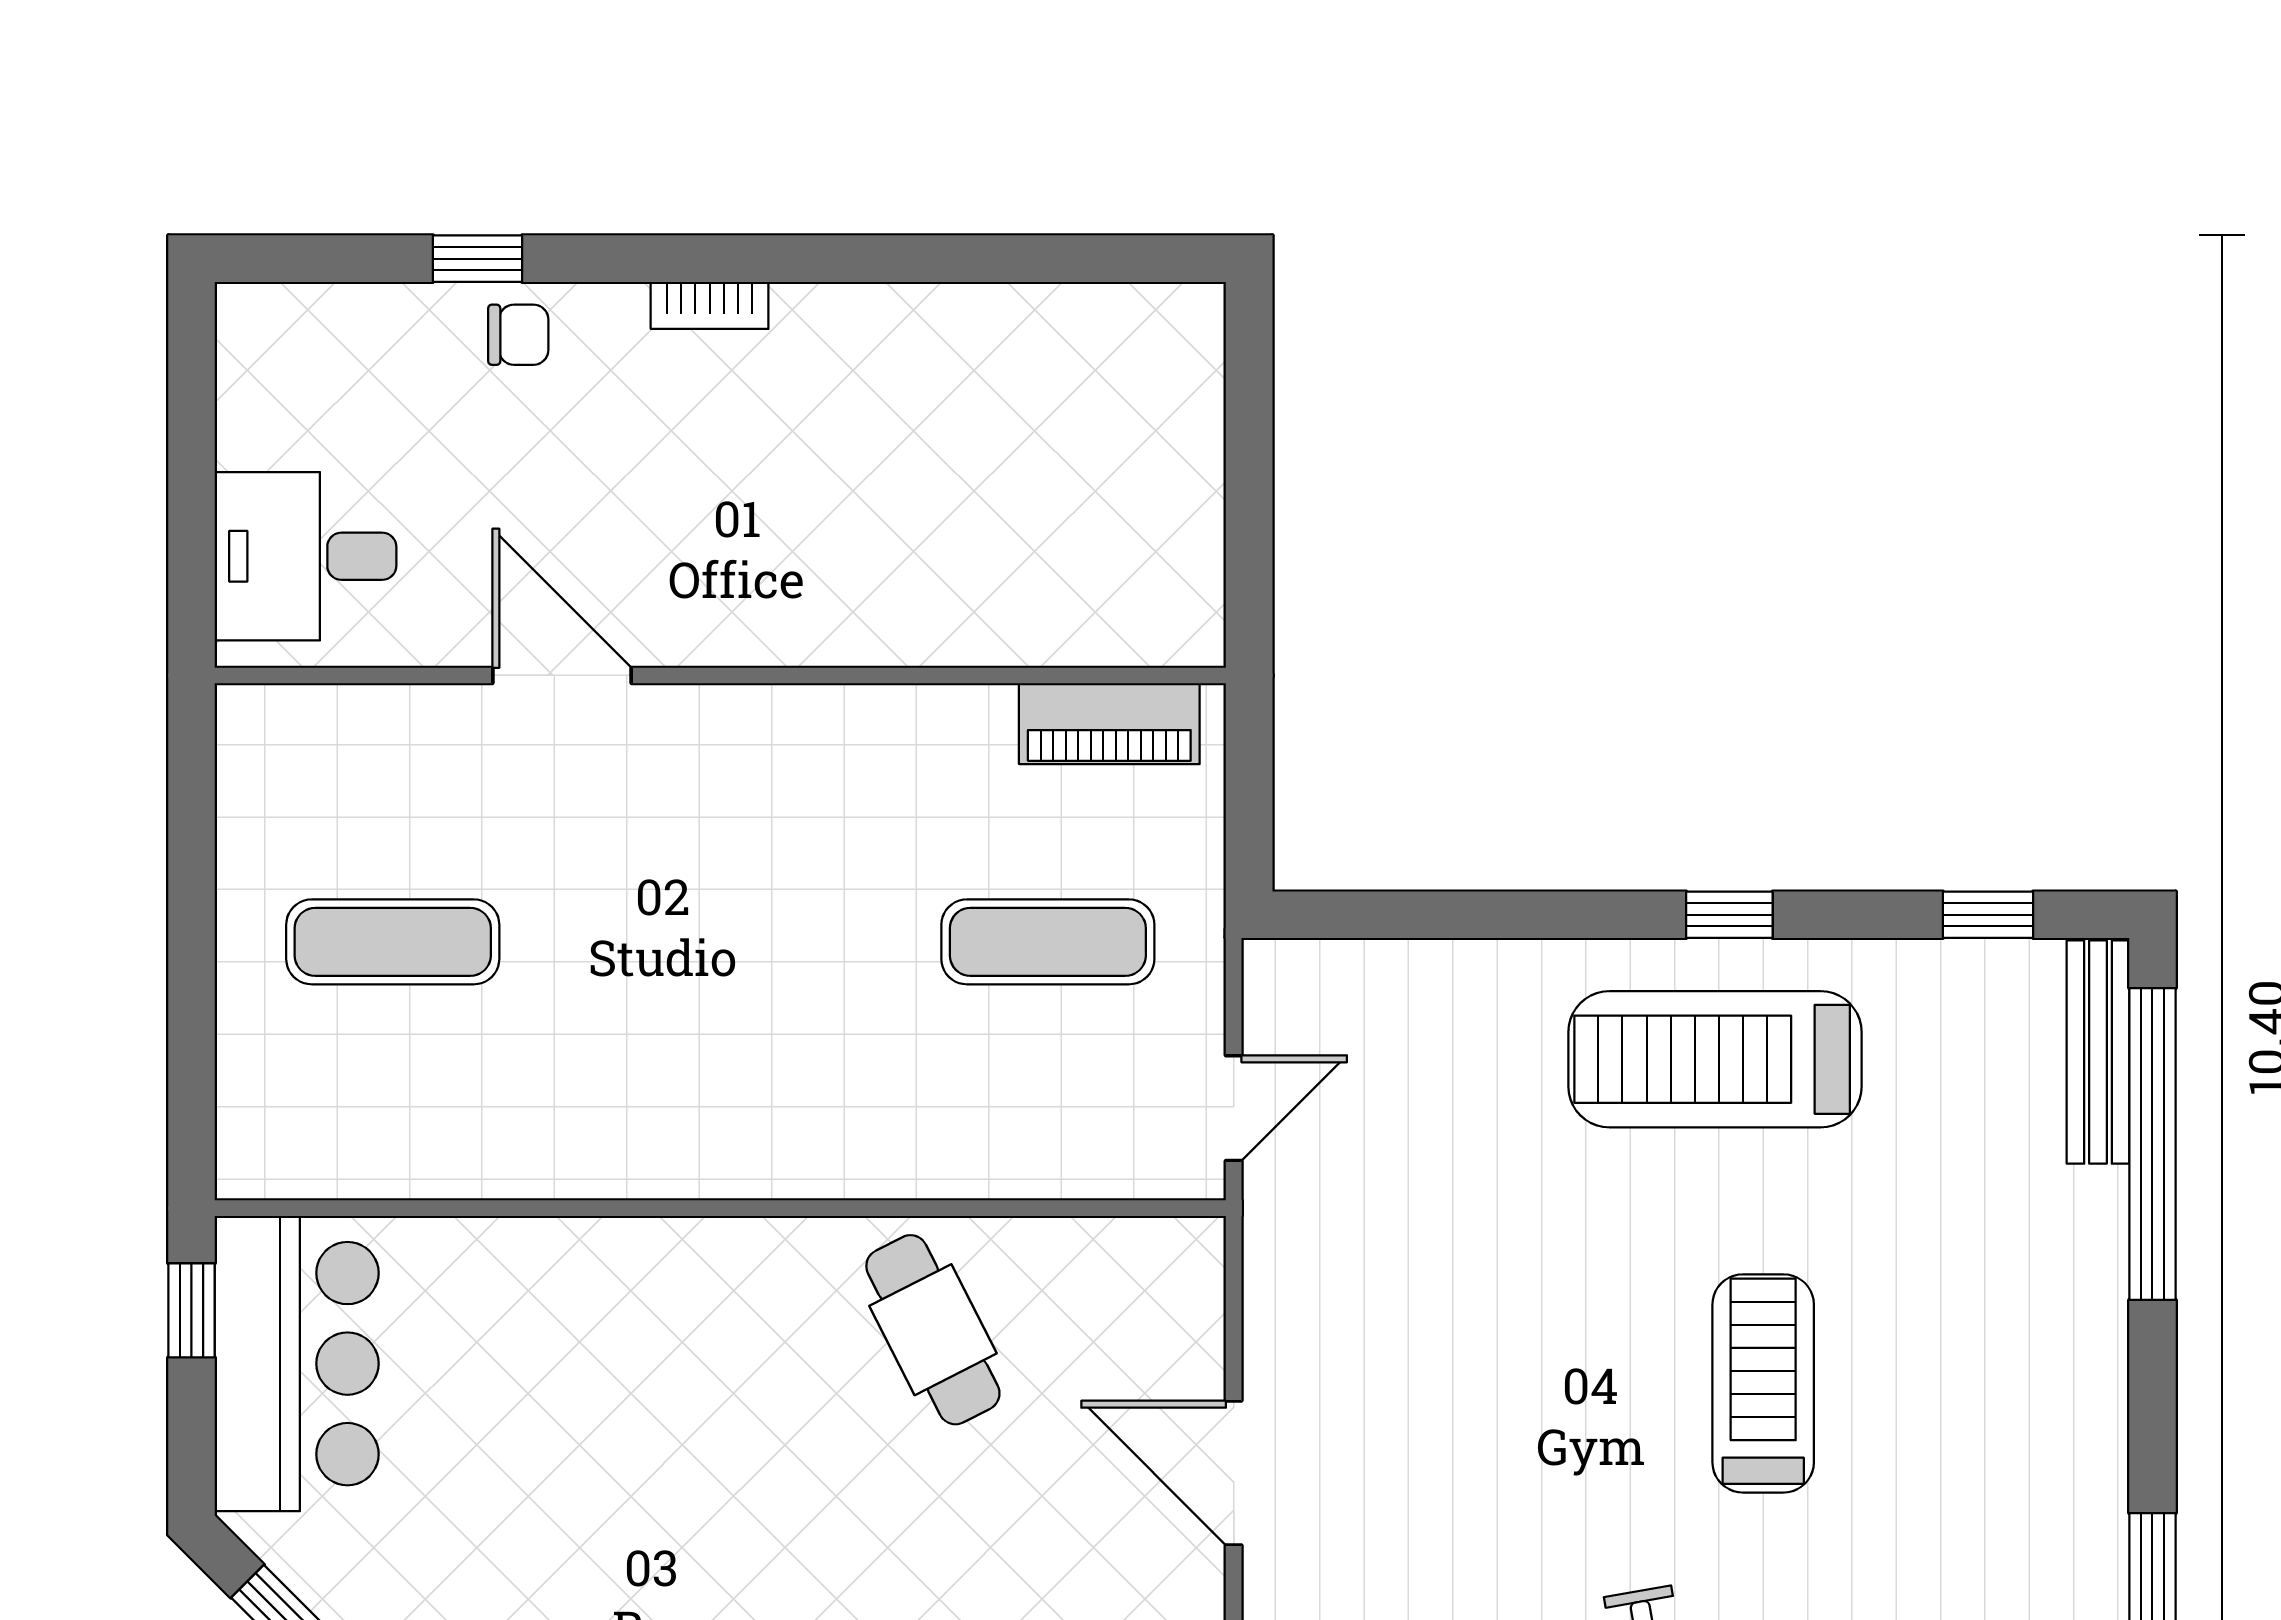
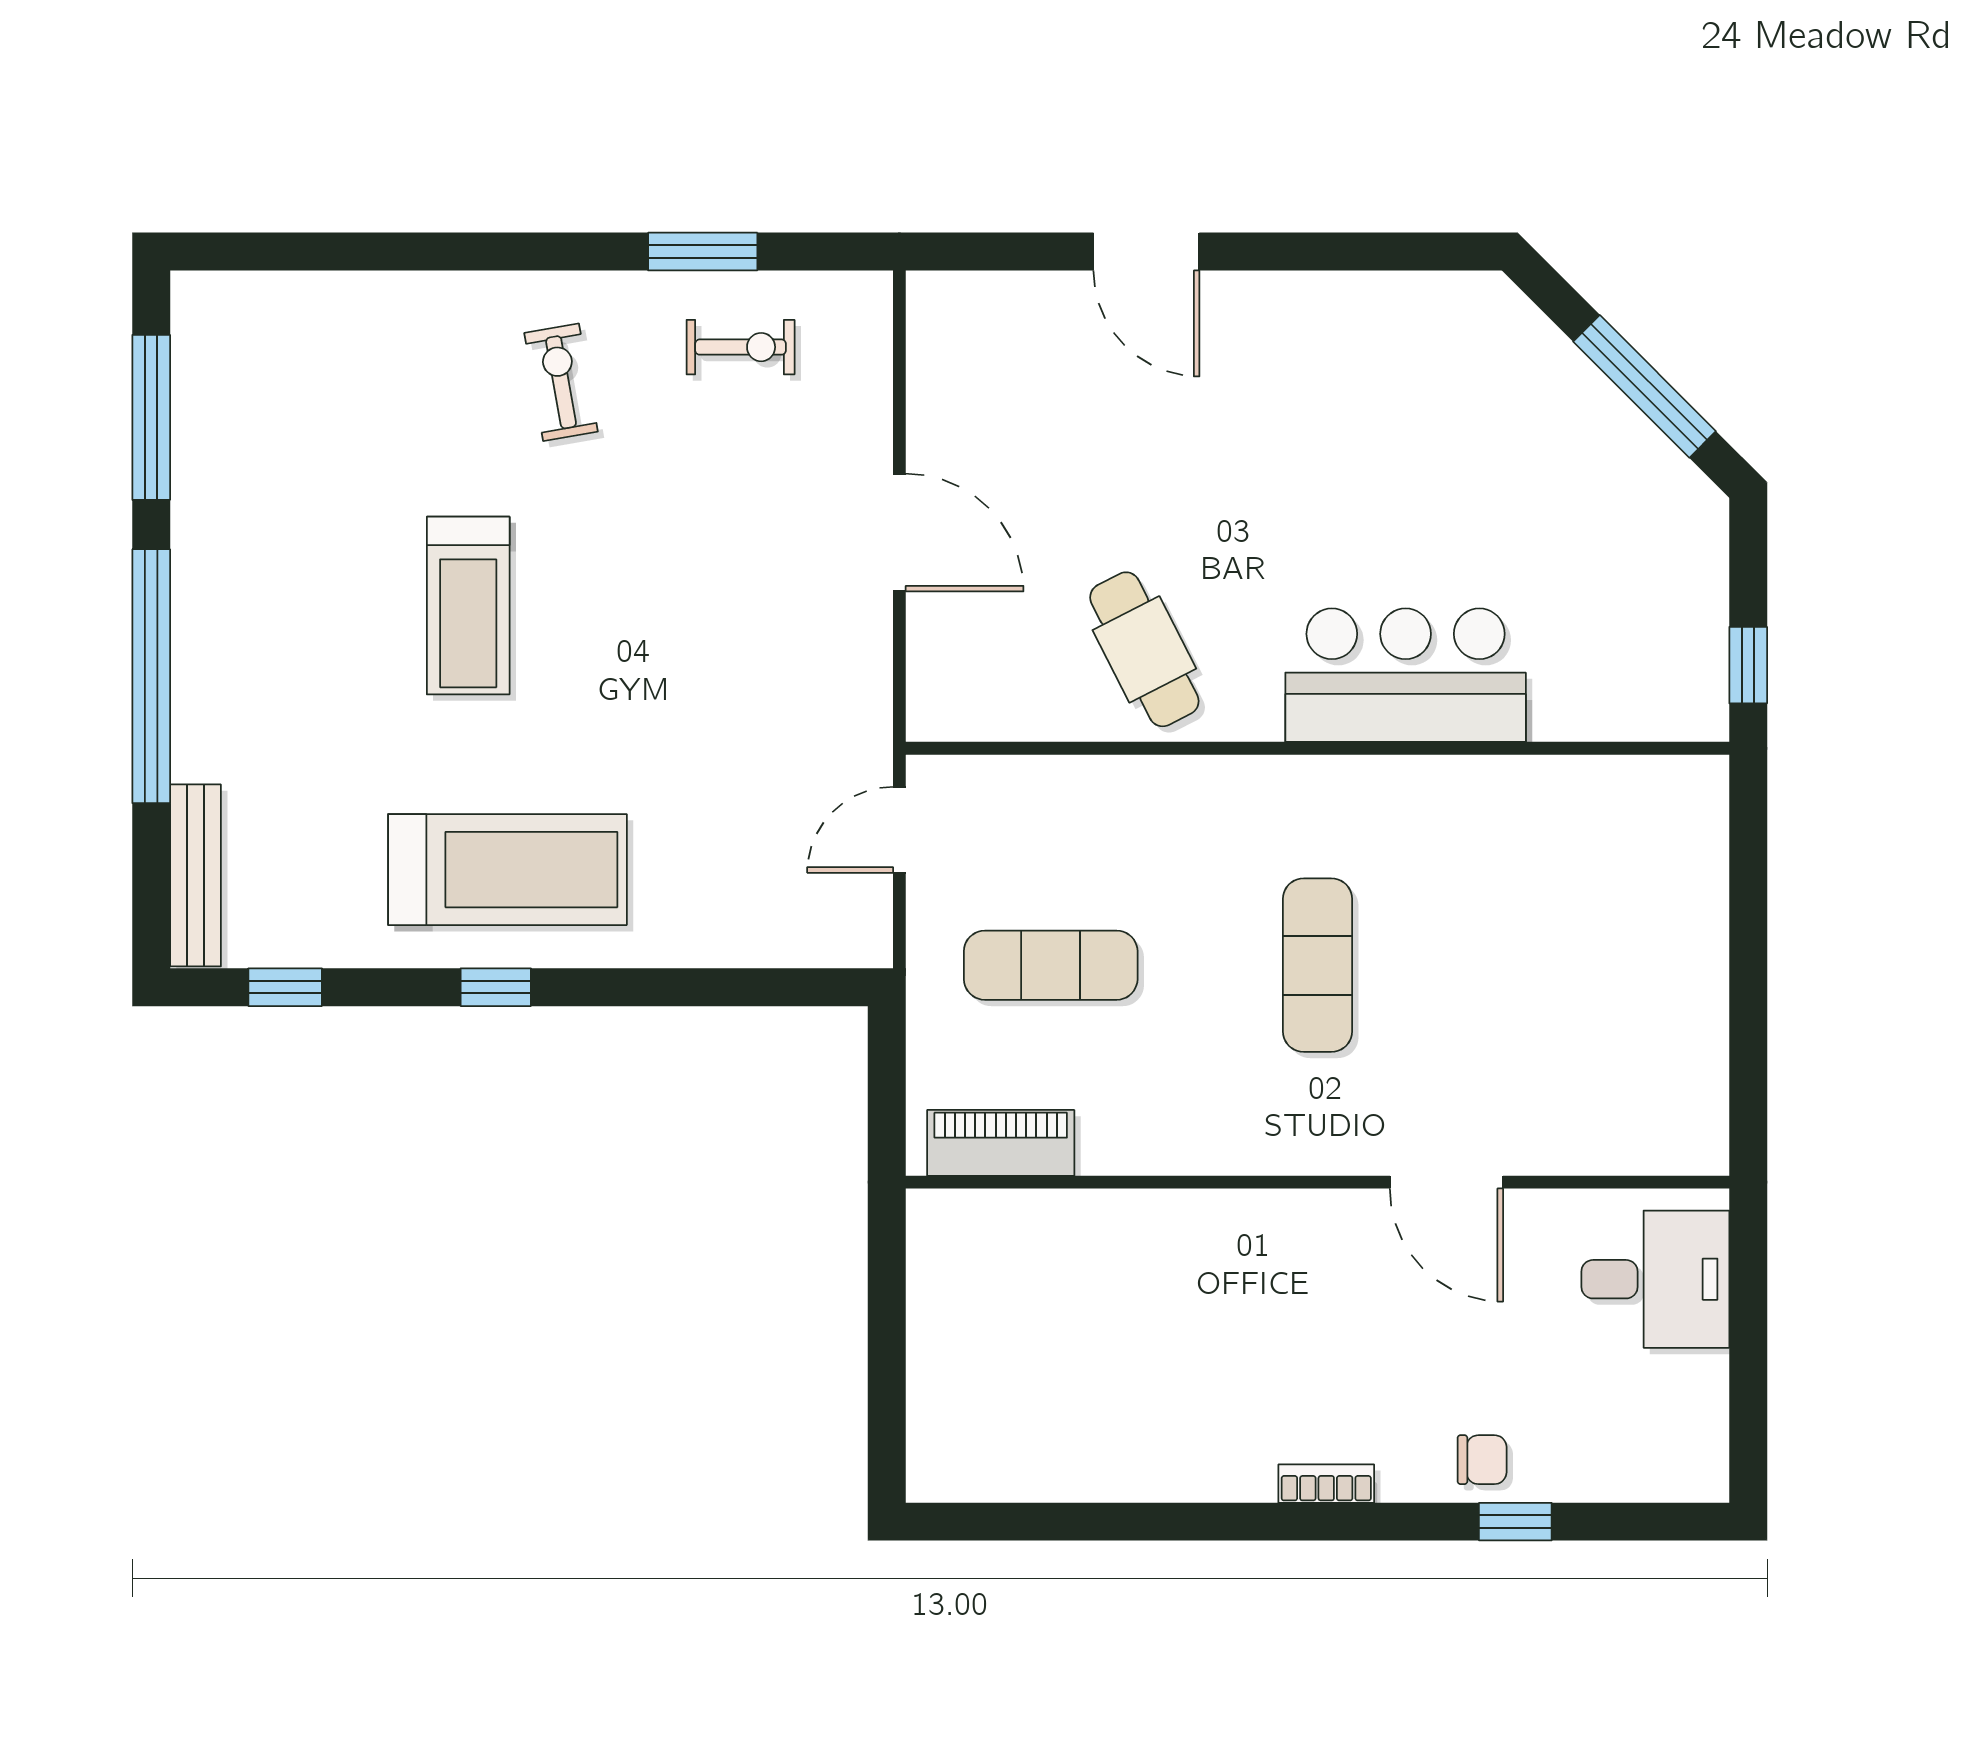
chair: (518, 335) -> (1482, 1460), turned 180
exercise mat: (393, 942) -> (1317, 965), moved, turned 90
window: (2152, 1144) -> (151, 676), moved
bar counter: (297, 1364) -> (1406, 675), moved, turned 90

